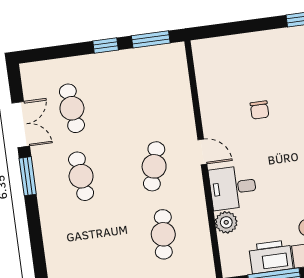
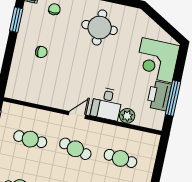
cafe table: (145, 98) -> (30, 139), added
chair: (260, 110) -> (41, 52), moved

